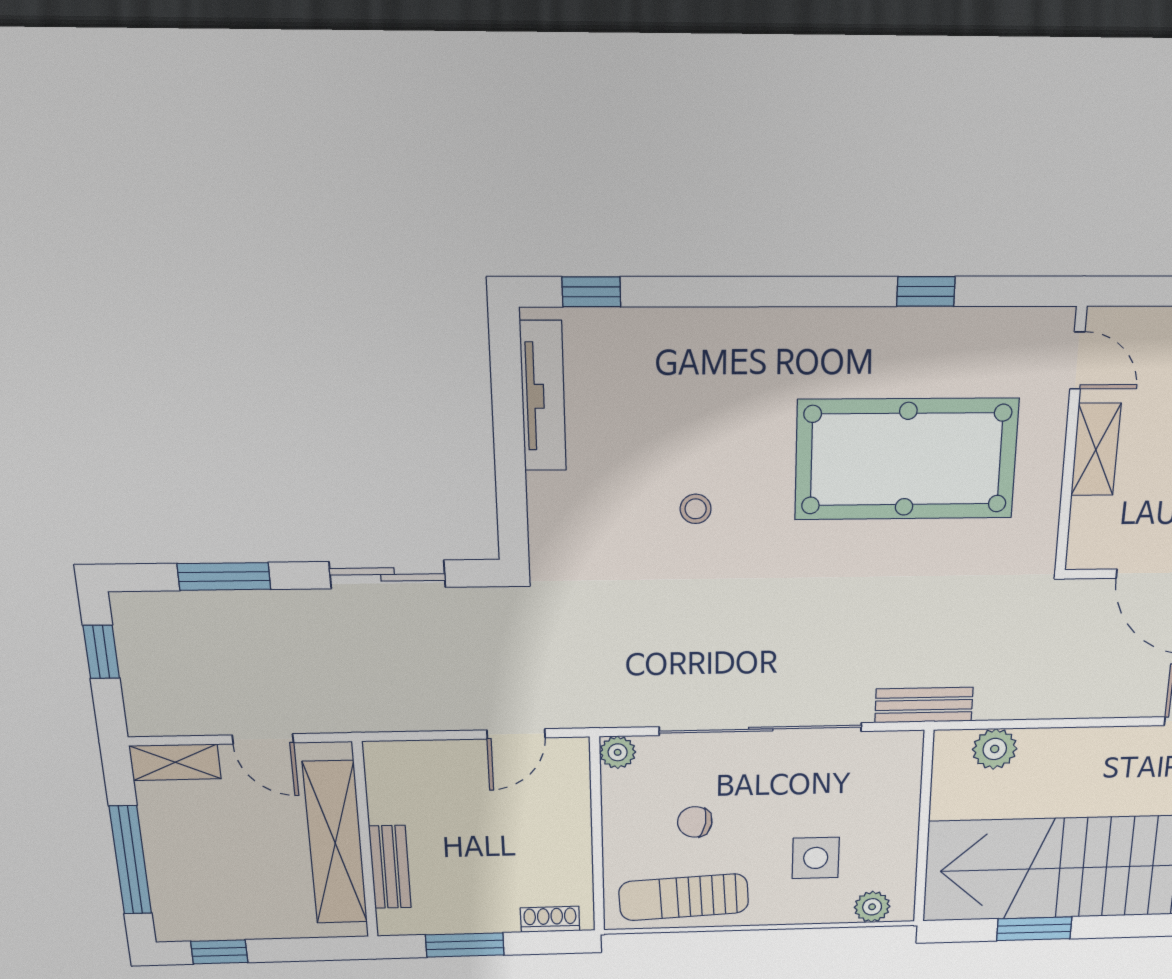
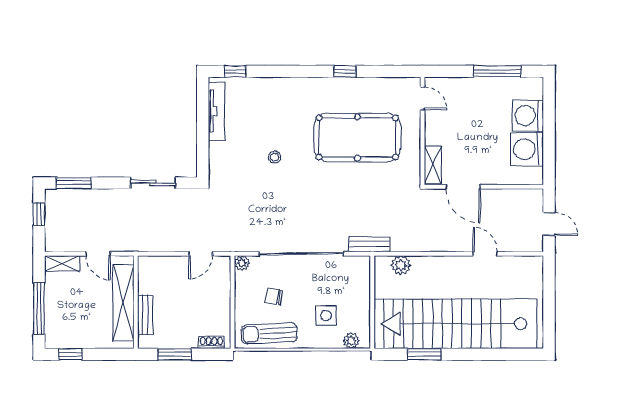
window: (926, 291) -> (345, 71), moved
shelving: (1096, 450) -> (433, 165), moved
window: (224, 577) -> (74, 183), moved

